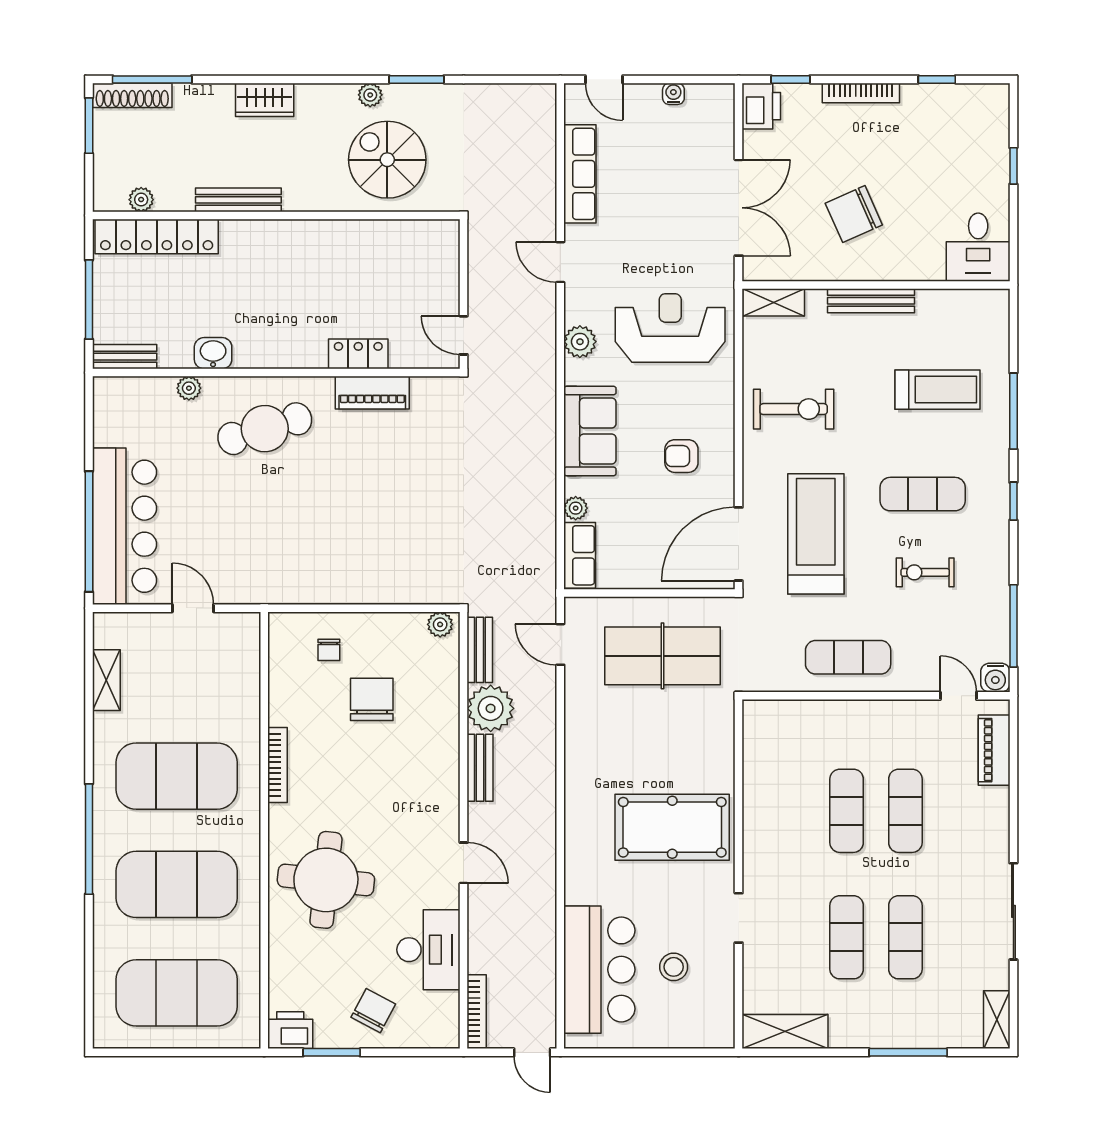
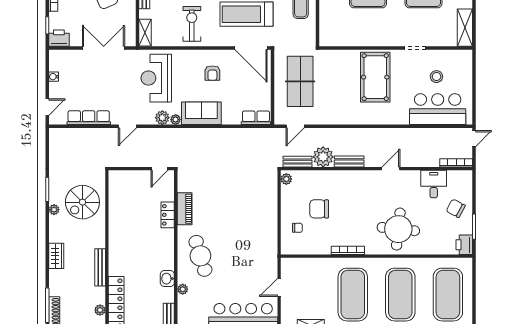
plant: (576, 508) -> (176, 120), moved
desk: (428, 950) -> (434, 184), width x0.73

